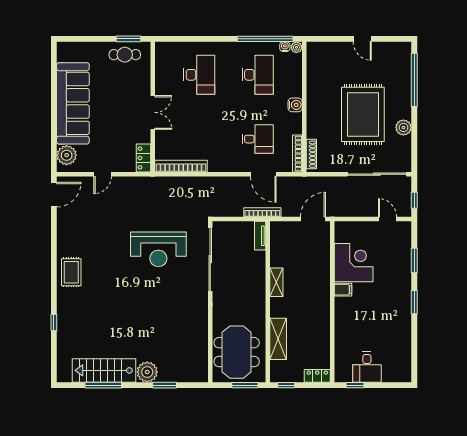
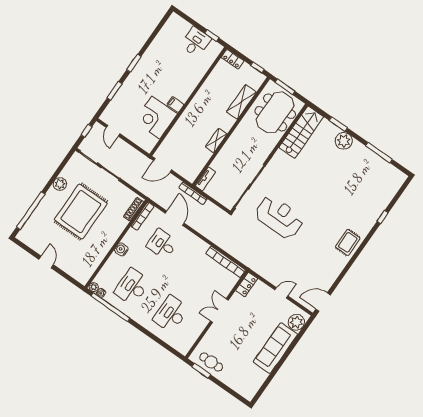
sofa: (73, 103) -> (275, 348), width x0.74, depth x0.79
stairs: (104, 370) -> (301, 132), moved, turned -90

